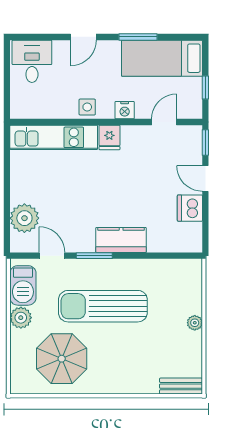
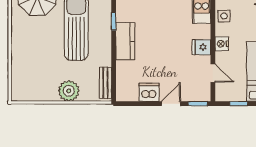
fridge: (109, 137) -> (201, 47), moved
window: (94, 256) -> (114, 21), width x0.67
plant: (195, 323) -> (69, 91), width x1.87, depth x1.87
bench: (181, 386) -> (105, 83), moved

